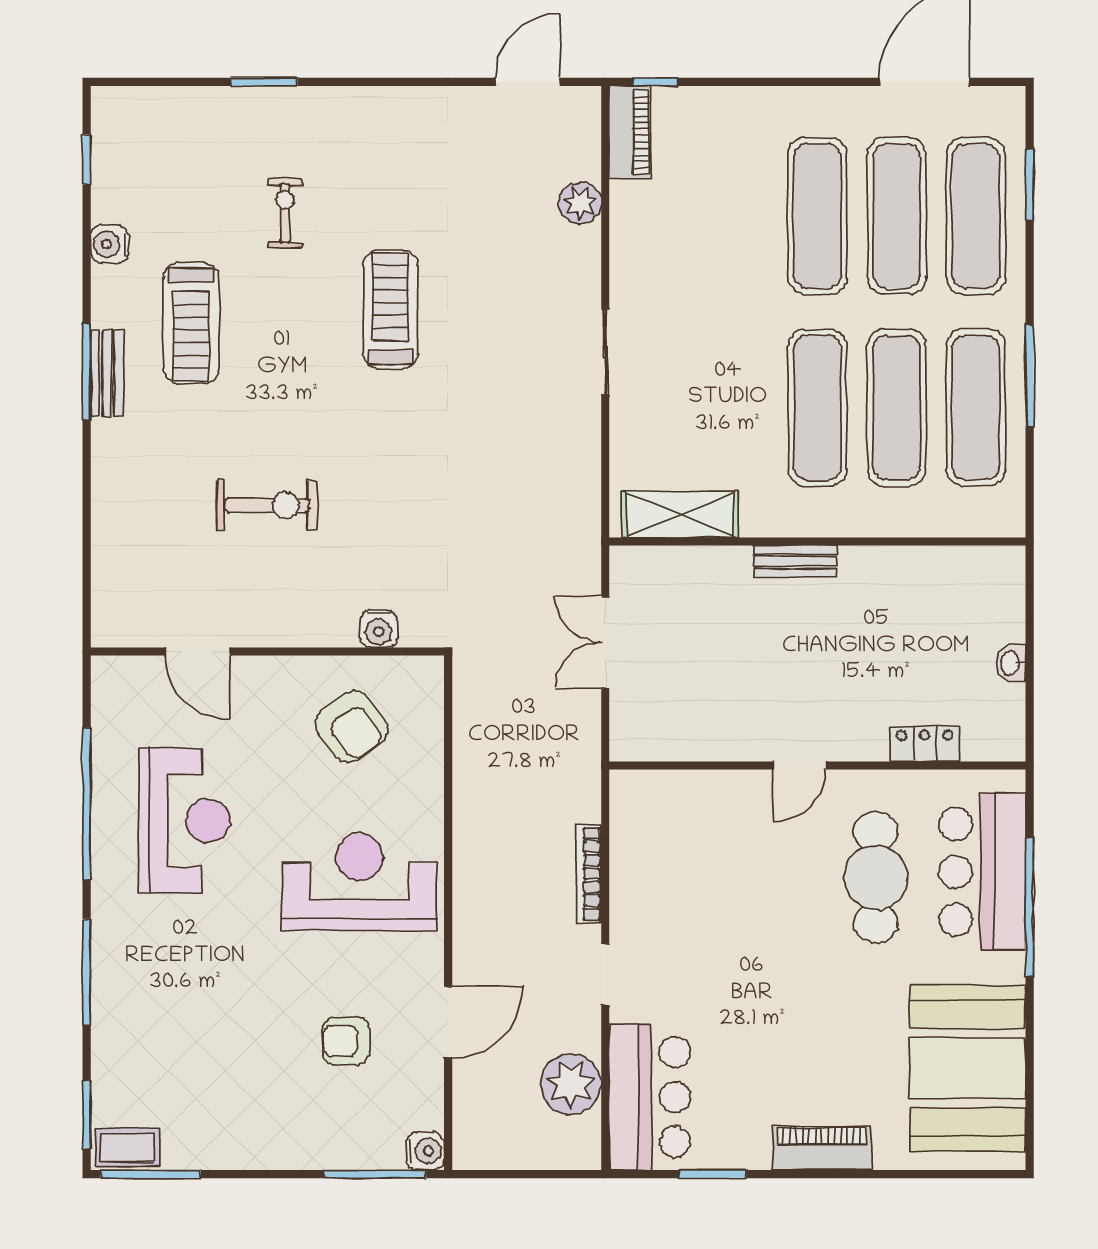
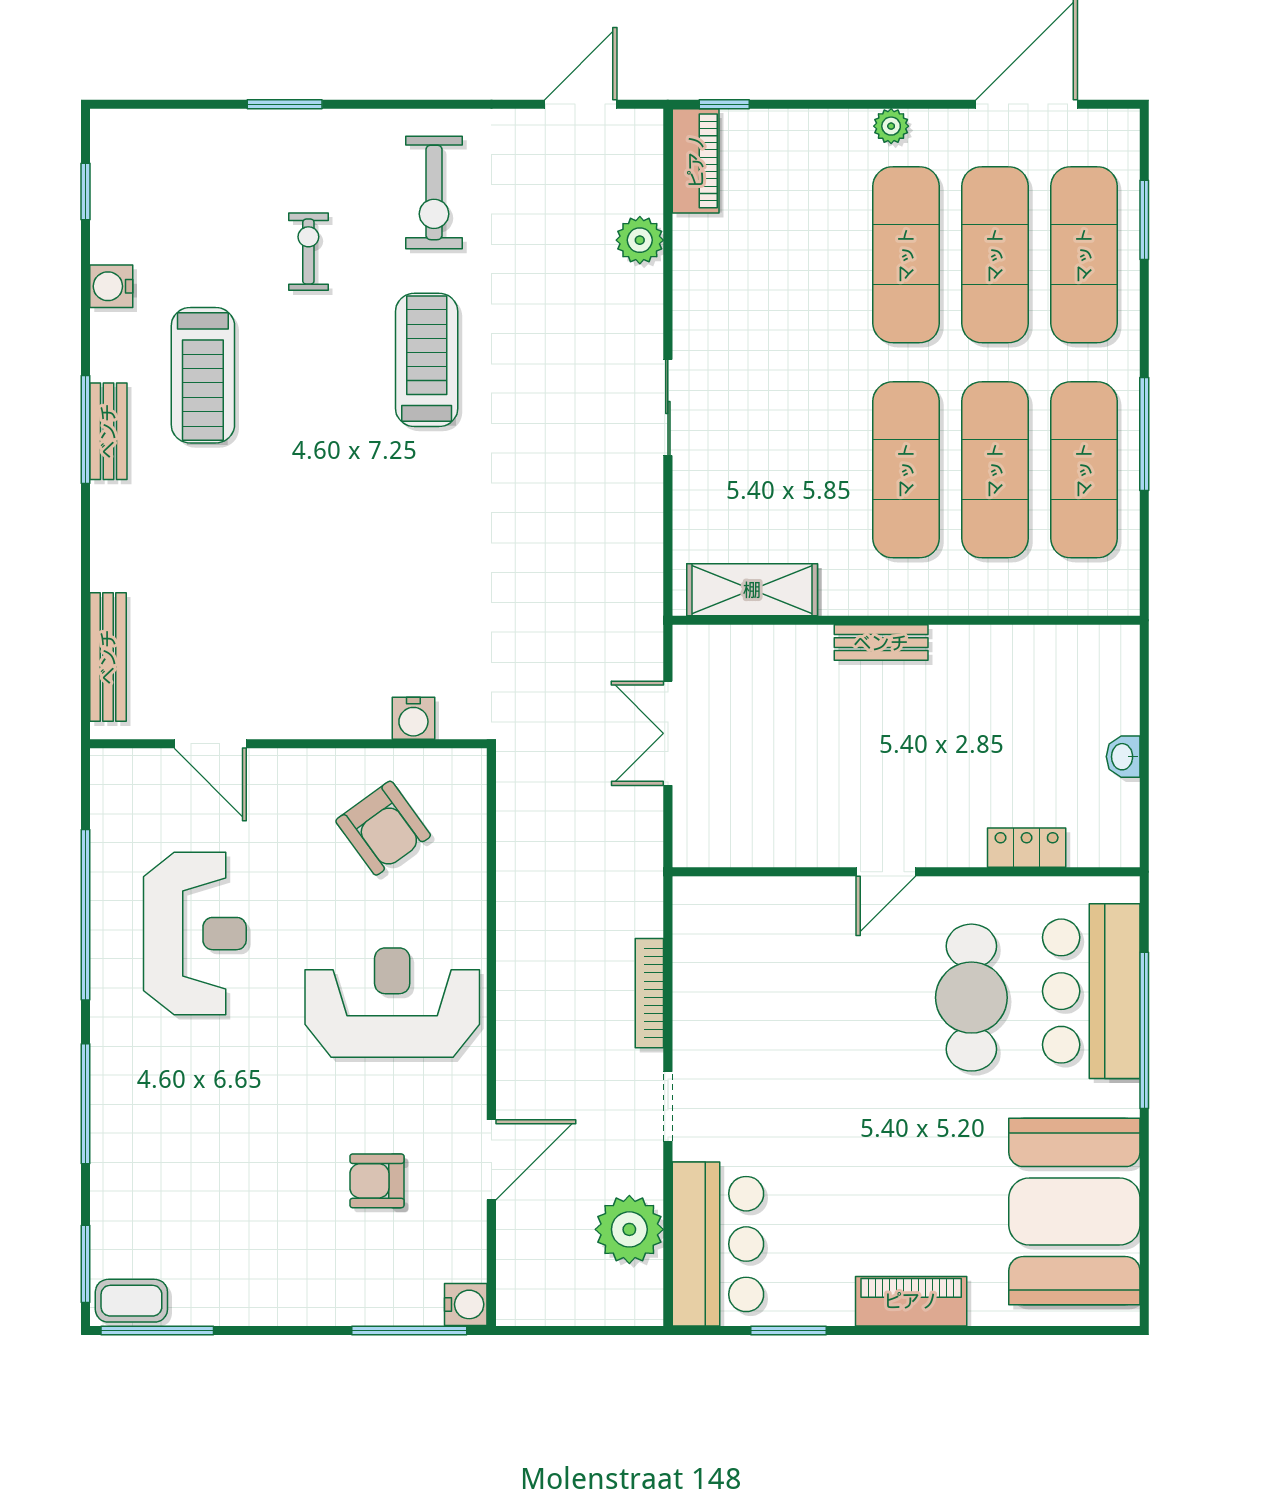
plant: (804, 101) -> (891, 126), added
exercise bike: (267, 505) -> (434, 192), moved, turned 90
bench: (107, 574) -> (108, 657), added

